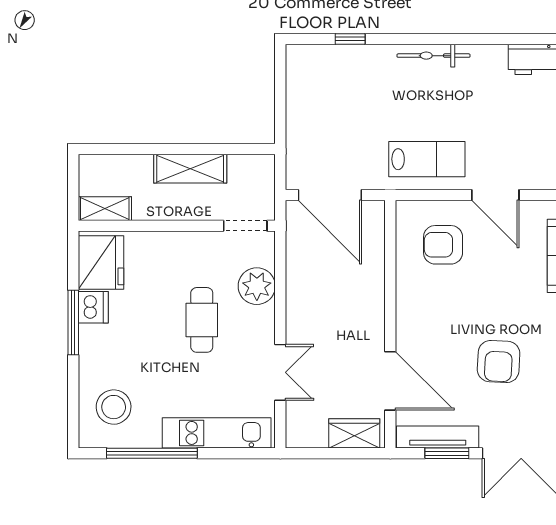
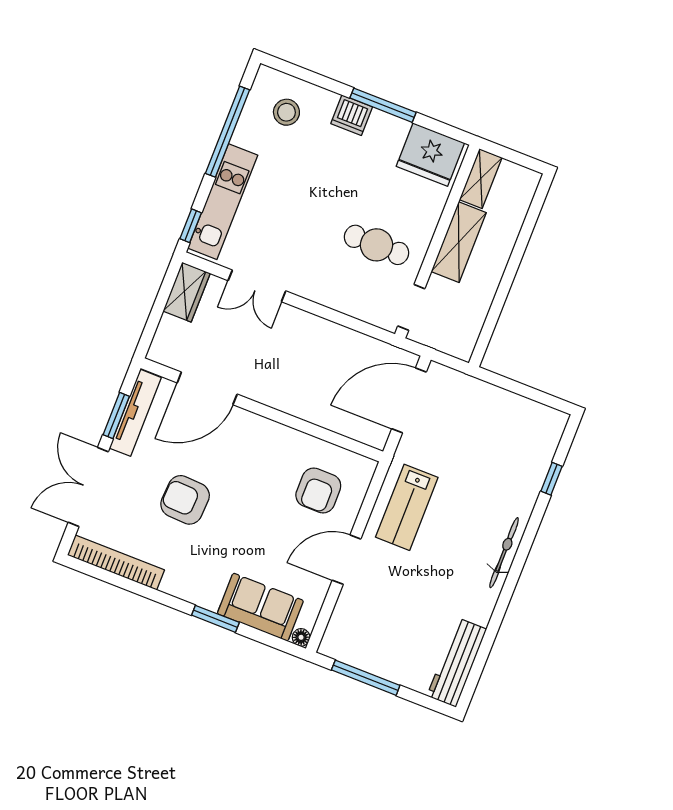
shelving: (190, 169) -> (459, 242), moved
armchair: (443, 245) -> (318, 491), turned 180
plant: (257, 286) -> (349, 296), removed
dishwasher: (93, 307) -> (352, 115), moved
cafe table: (202, 320) -> (377, 245), moved
stool: (114, 407) -> (286, 112), width x0.73, depth x0.73
wardrobe: (354, 433) -> (187, 292), moved
window: (250, 453) -> (191, 226), added

